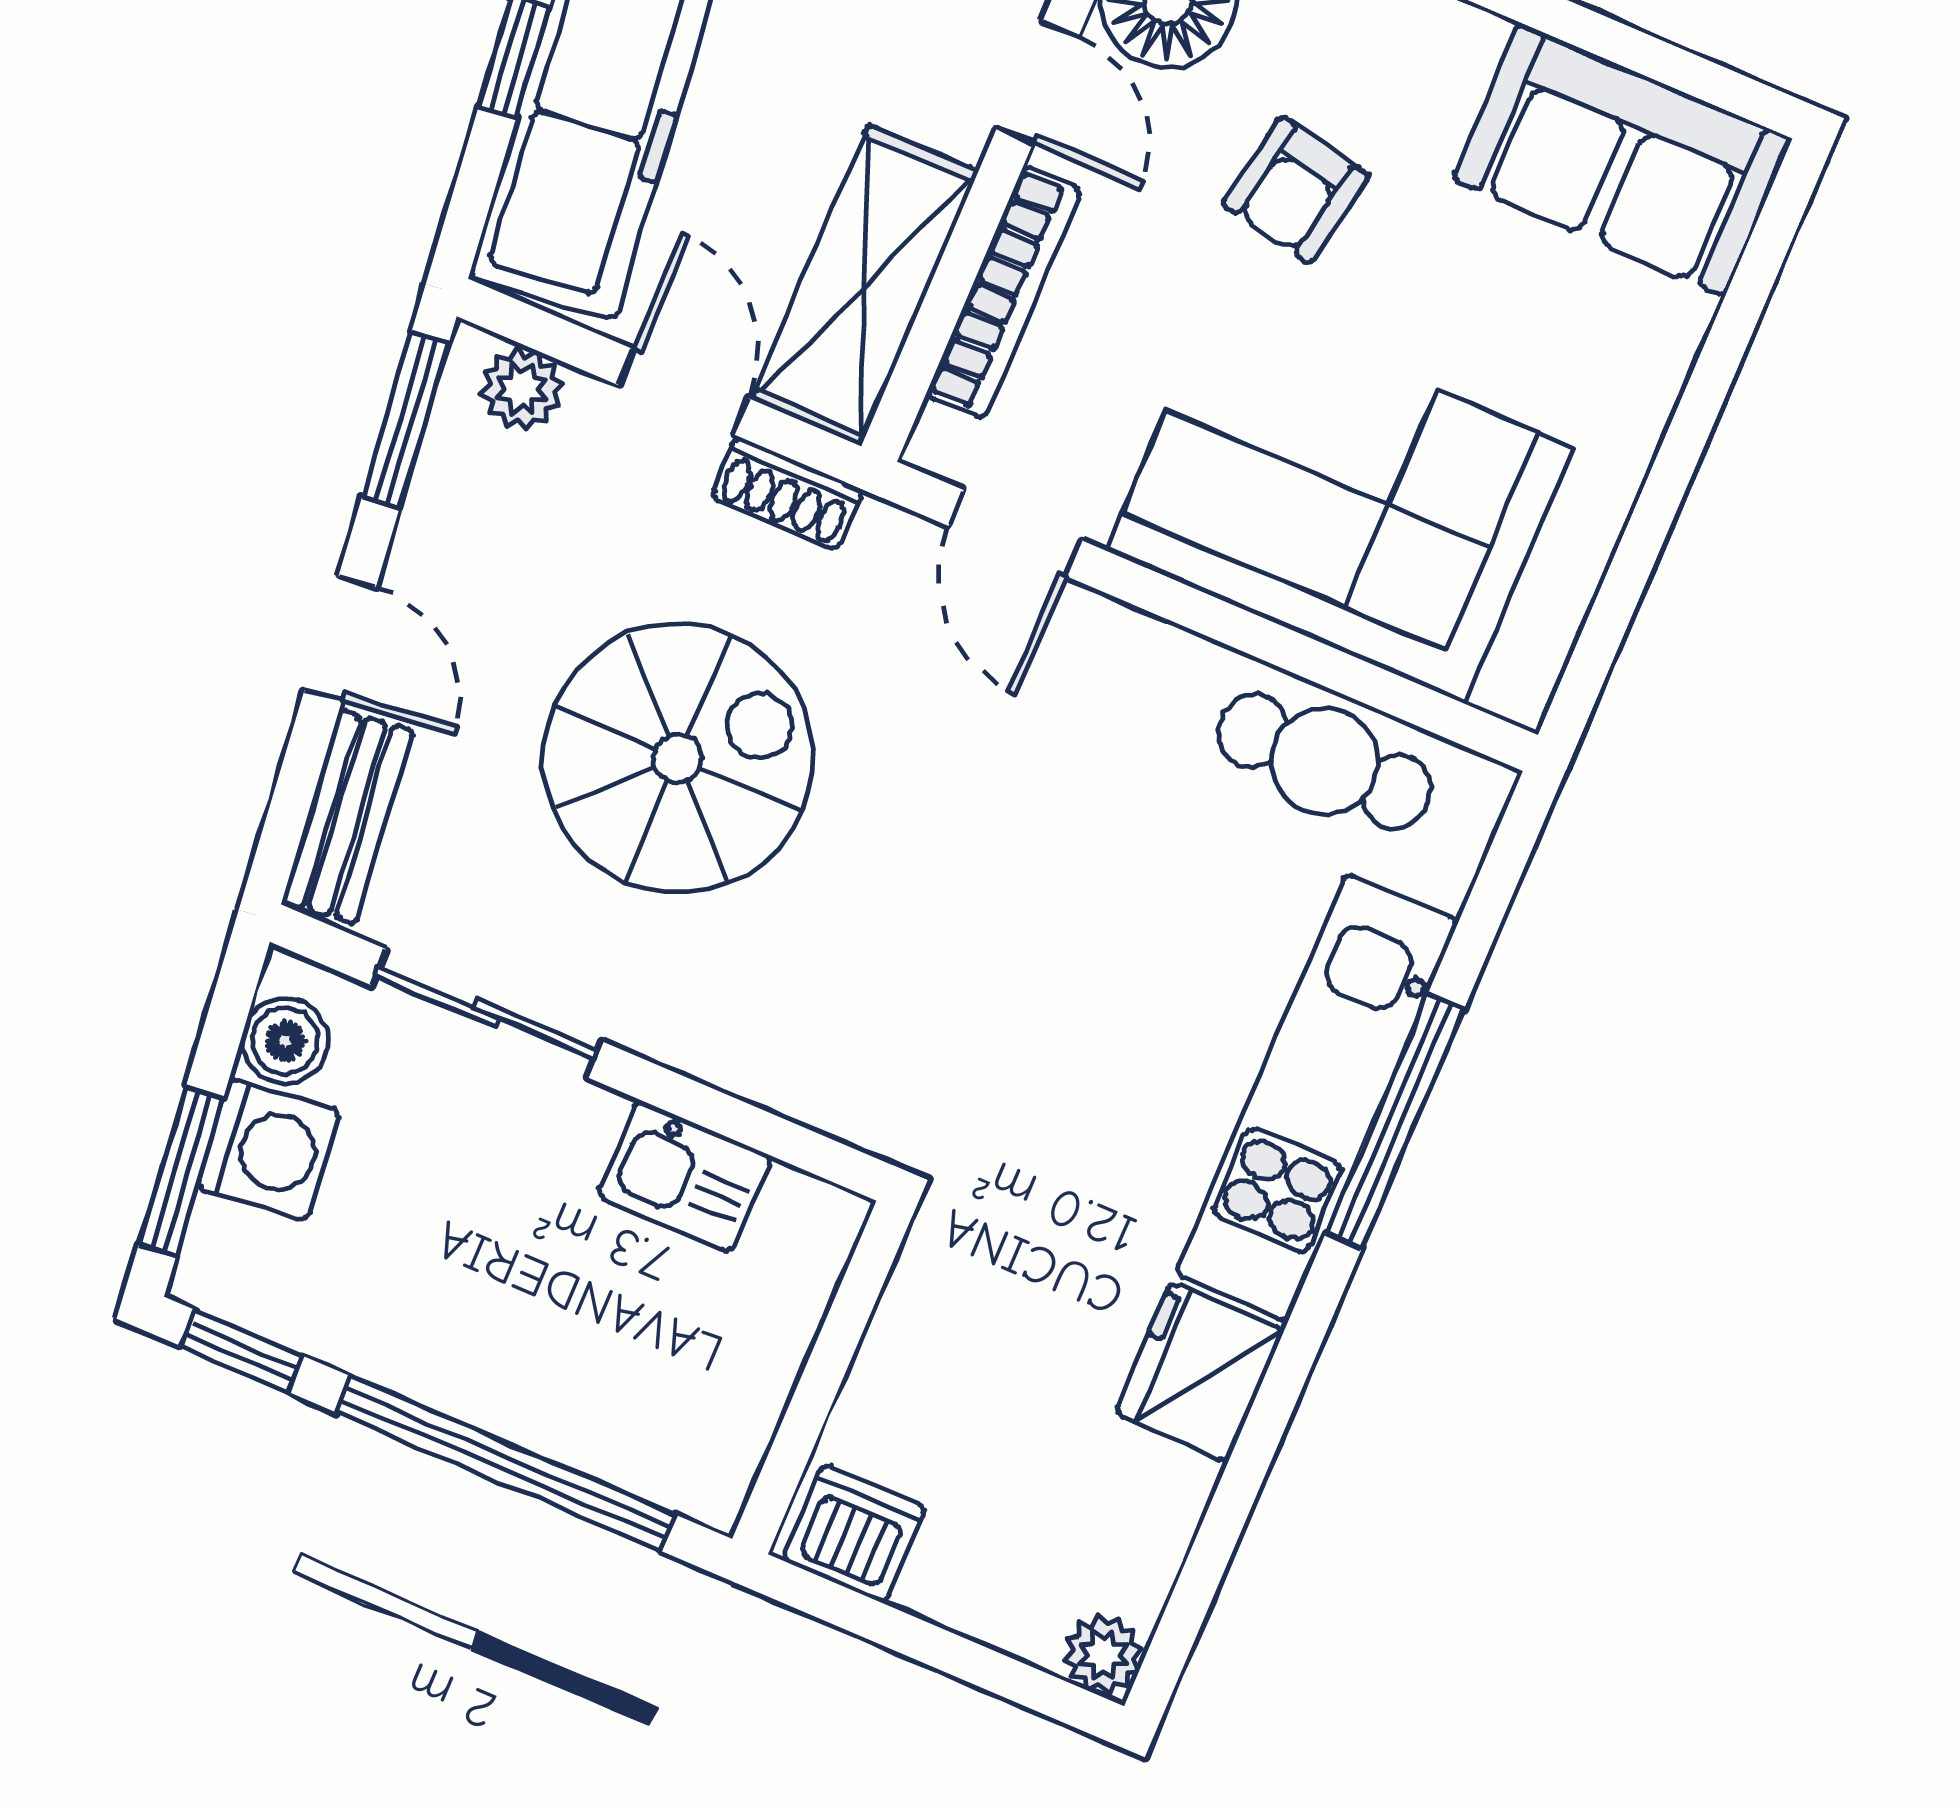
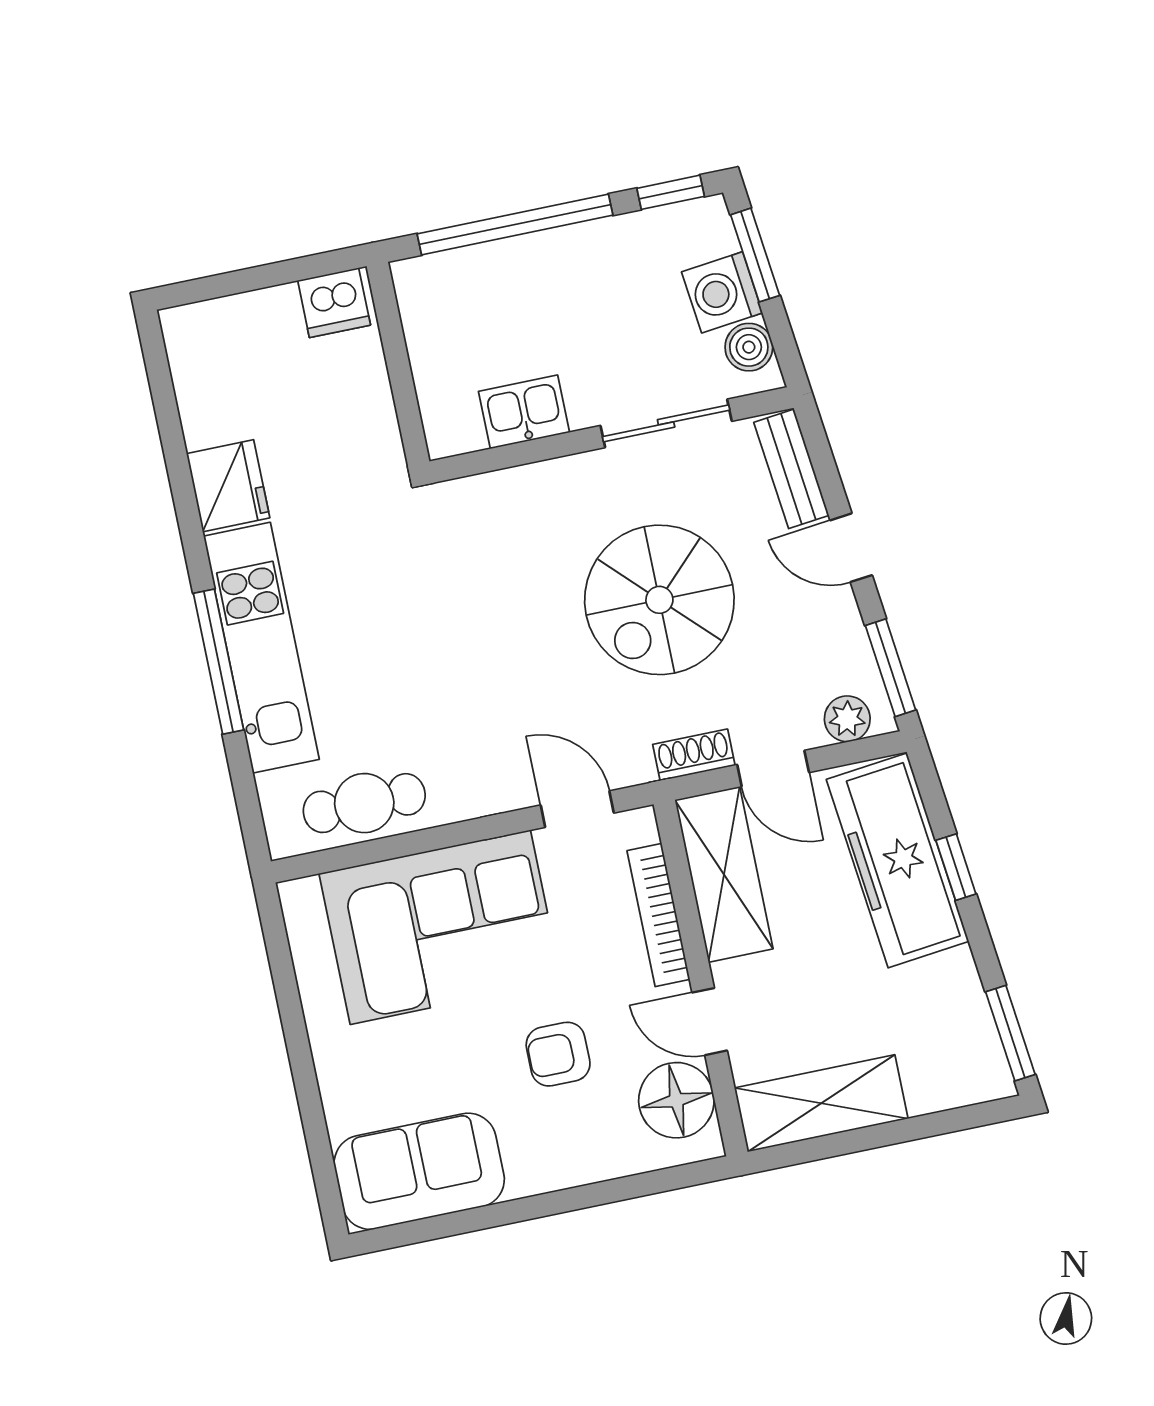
armchair: (1296, 190) -> (558, 1054), turned -101
plant: (1103, 1655) -> (182, 327), removed

